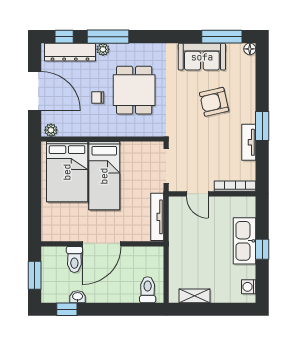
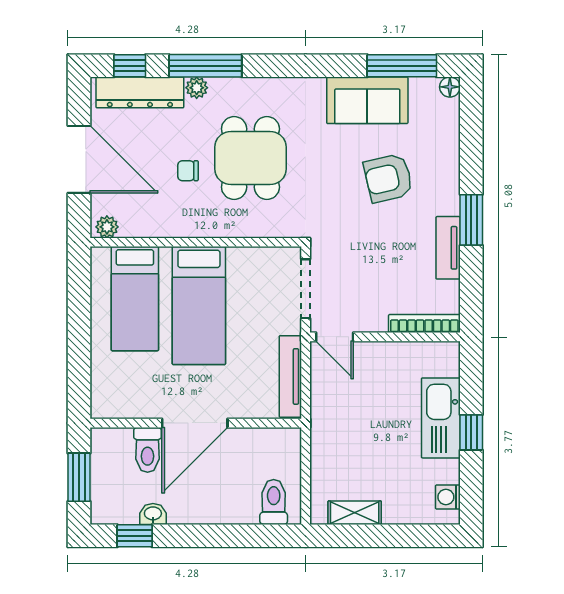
bed: (67, 172) -> (135, 299), width x0.67
door: (197, 194) -> (335, 337), moved

